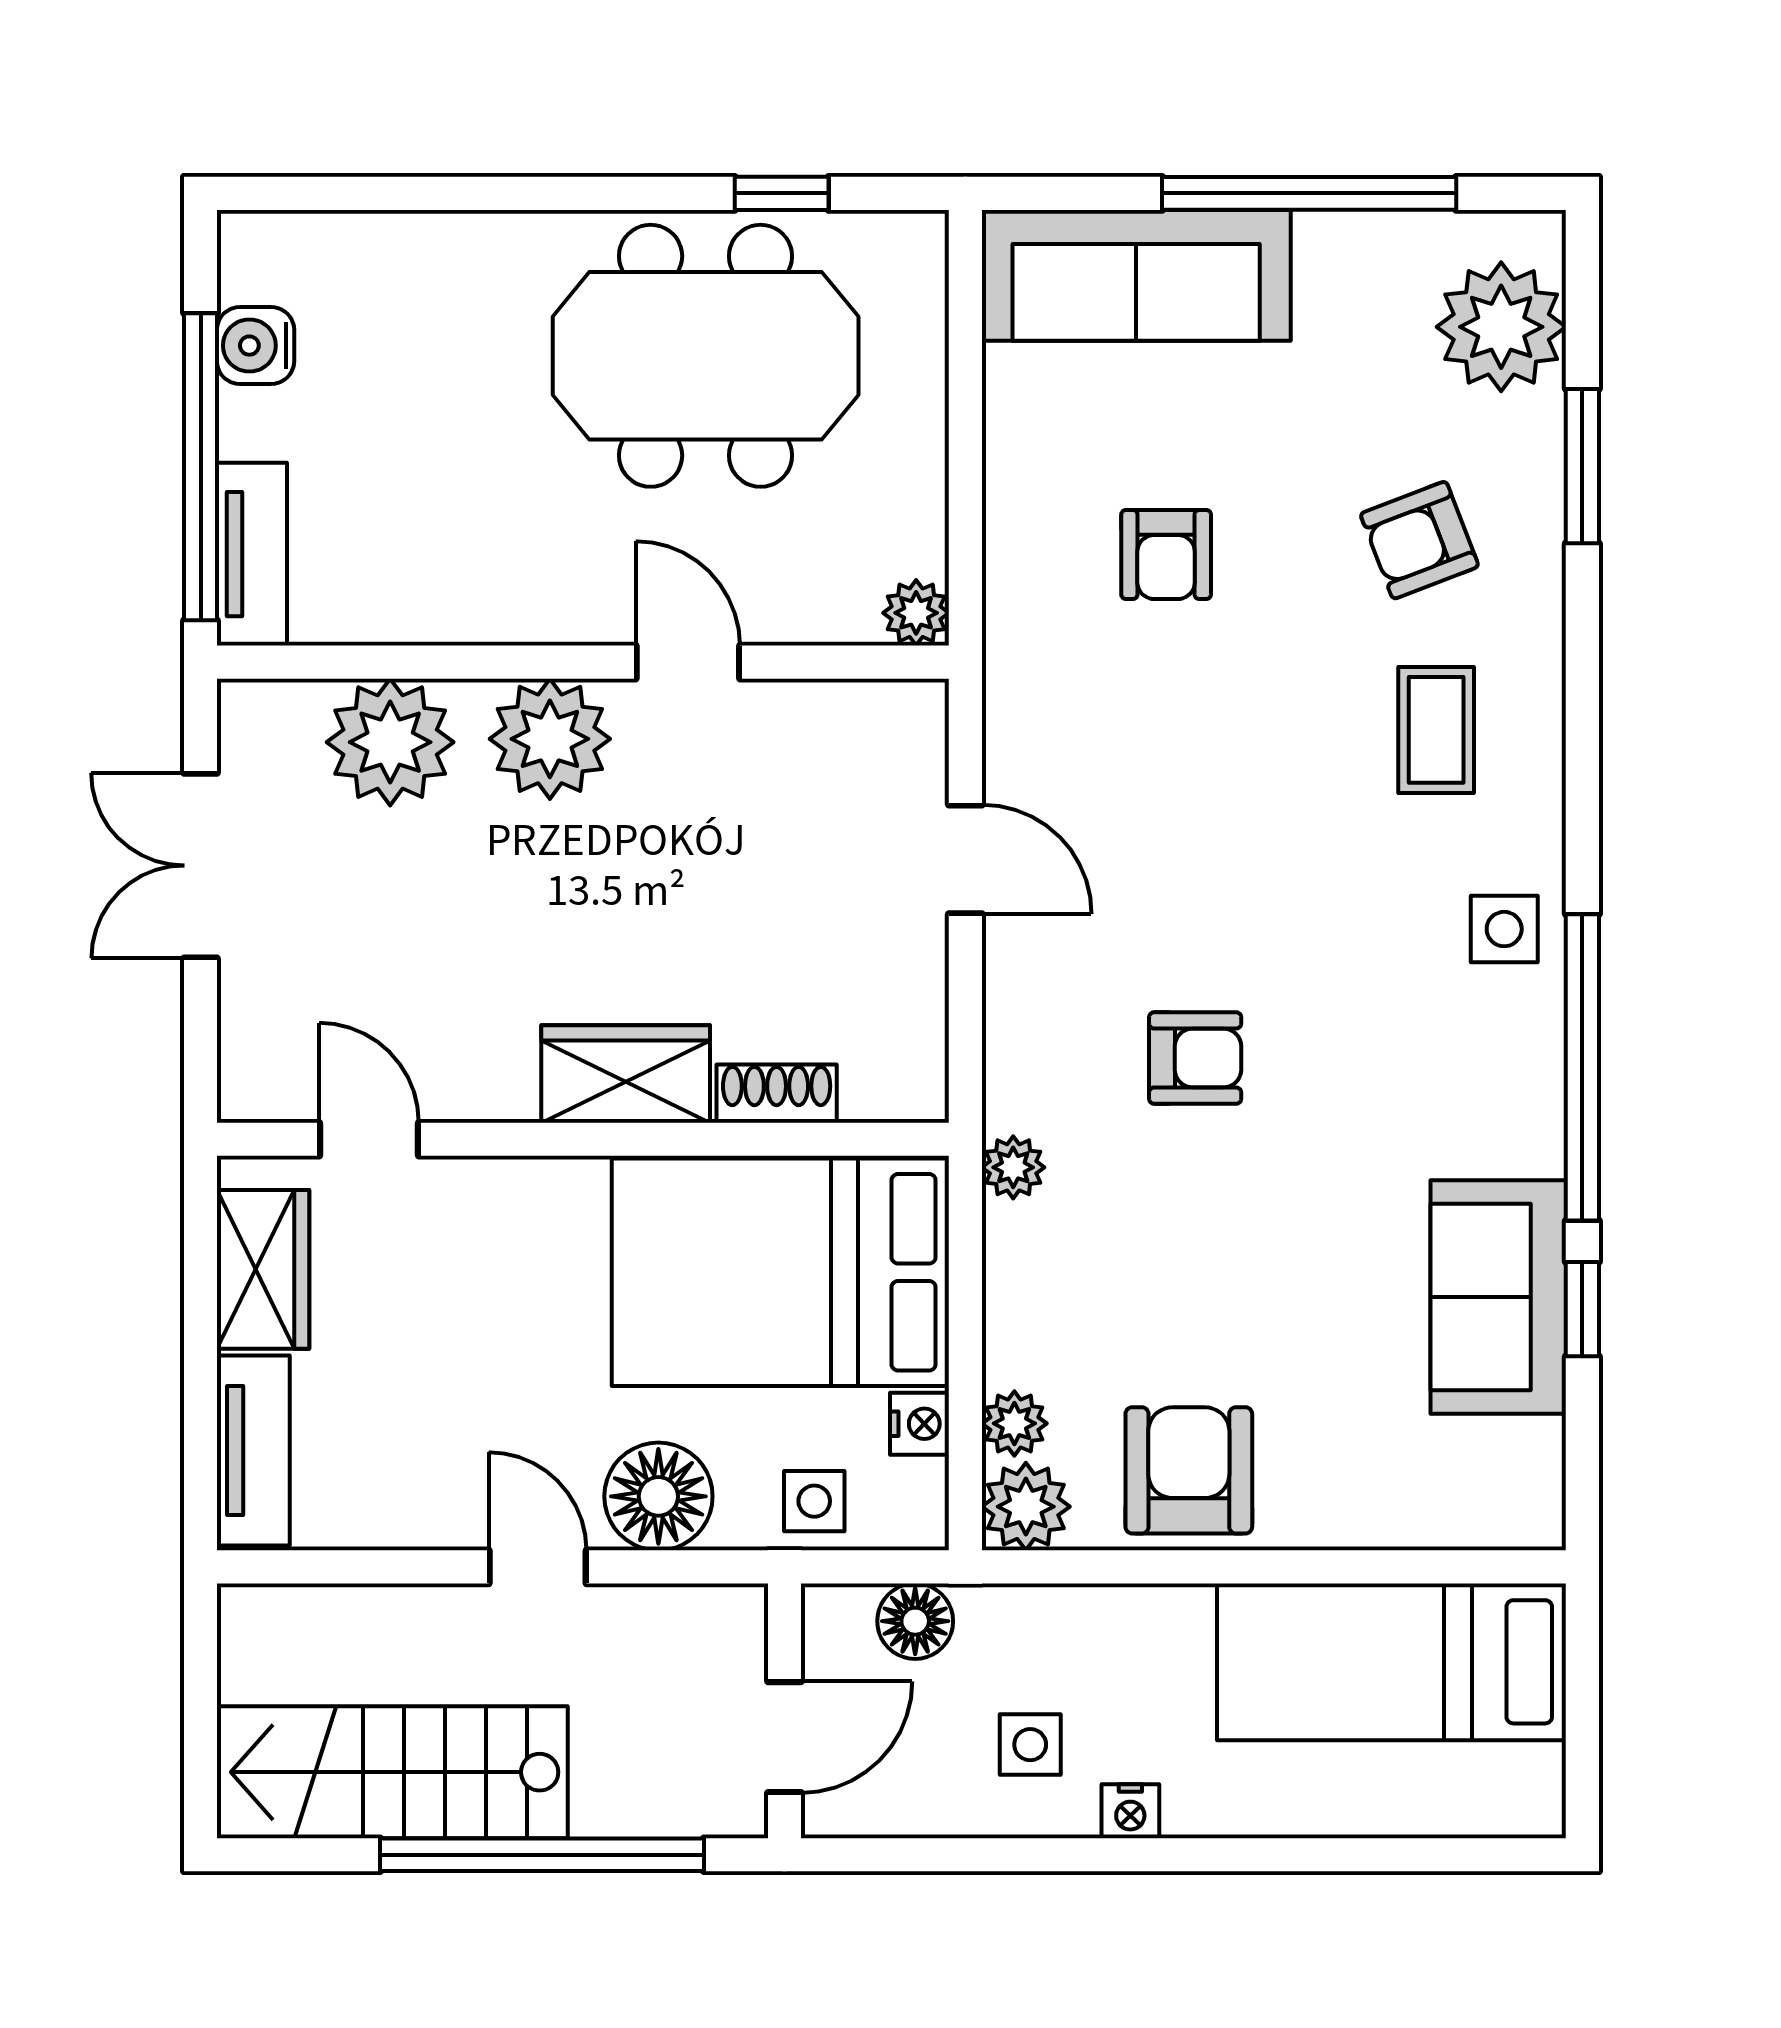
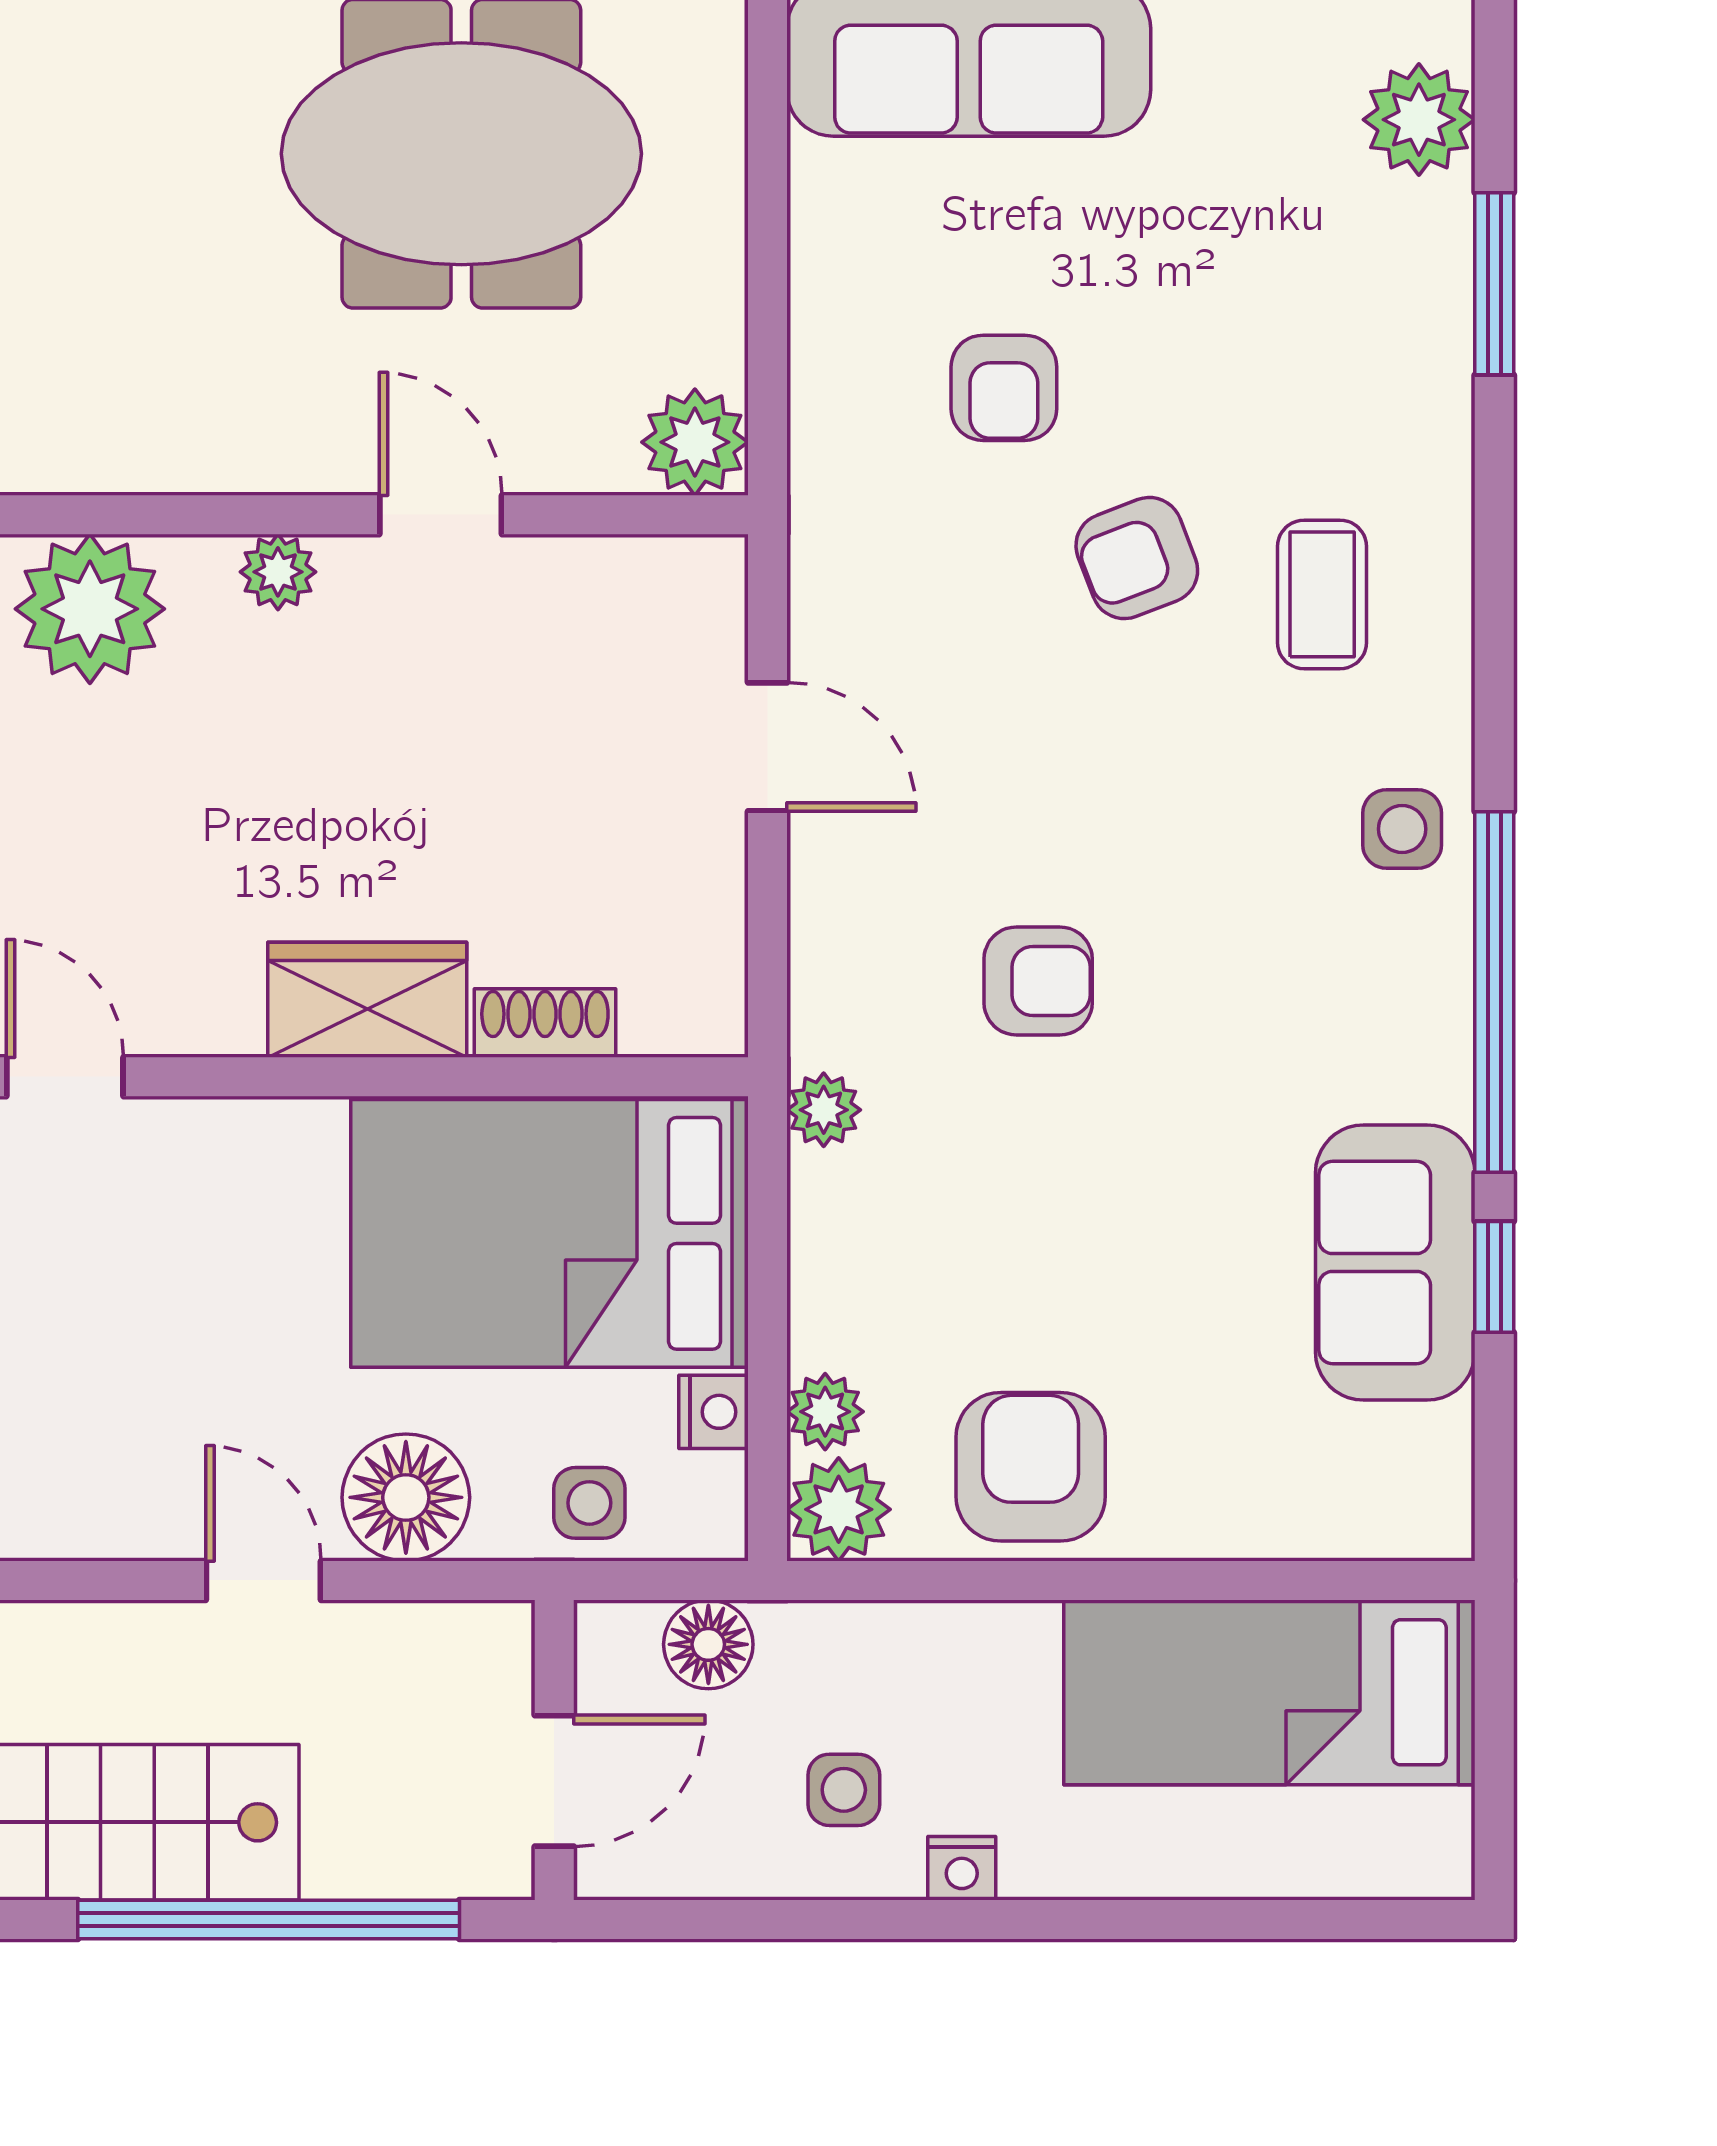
plant: (1501, 327) -> (1419, 120), width x0.73, depth x0.73
armchair: (1419, 540) -> (1137, 558), moved
plant: (916, 613) -> (695, 442), width x1.38, depth x1.38
plant: (550, 739) -> (278, 572), width x0.53, depth x0.53

